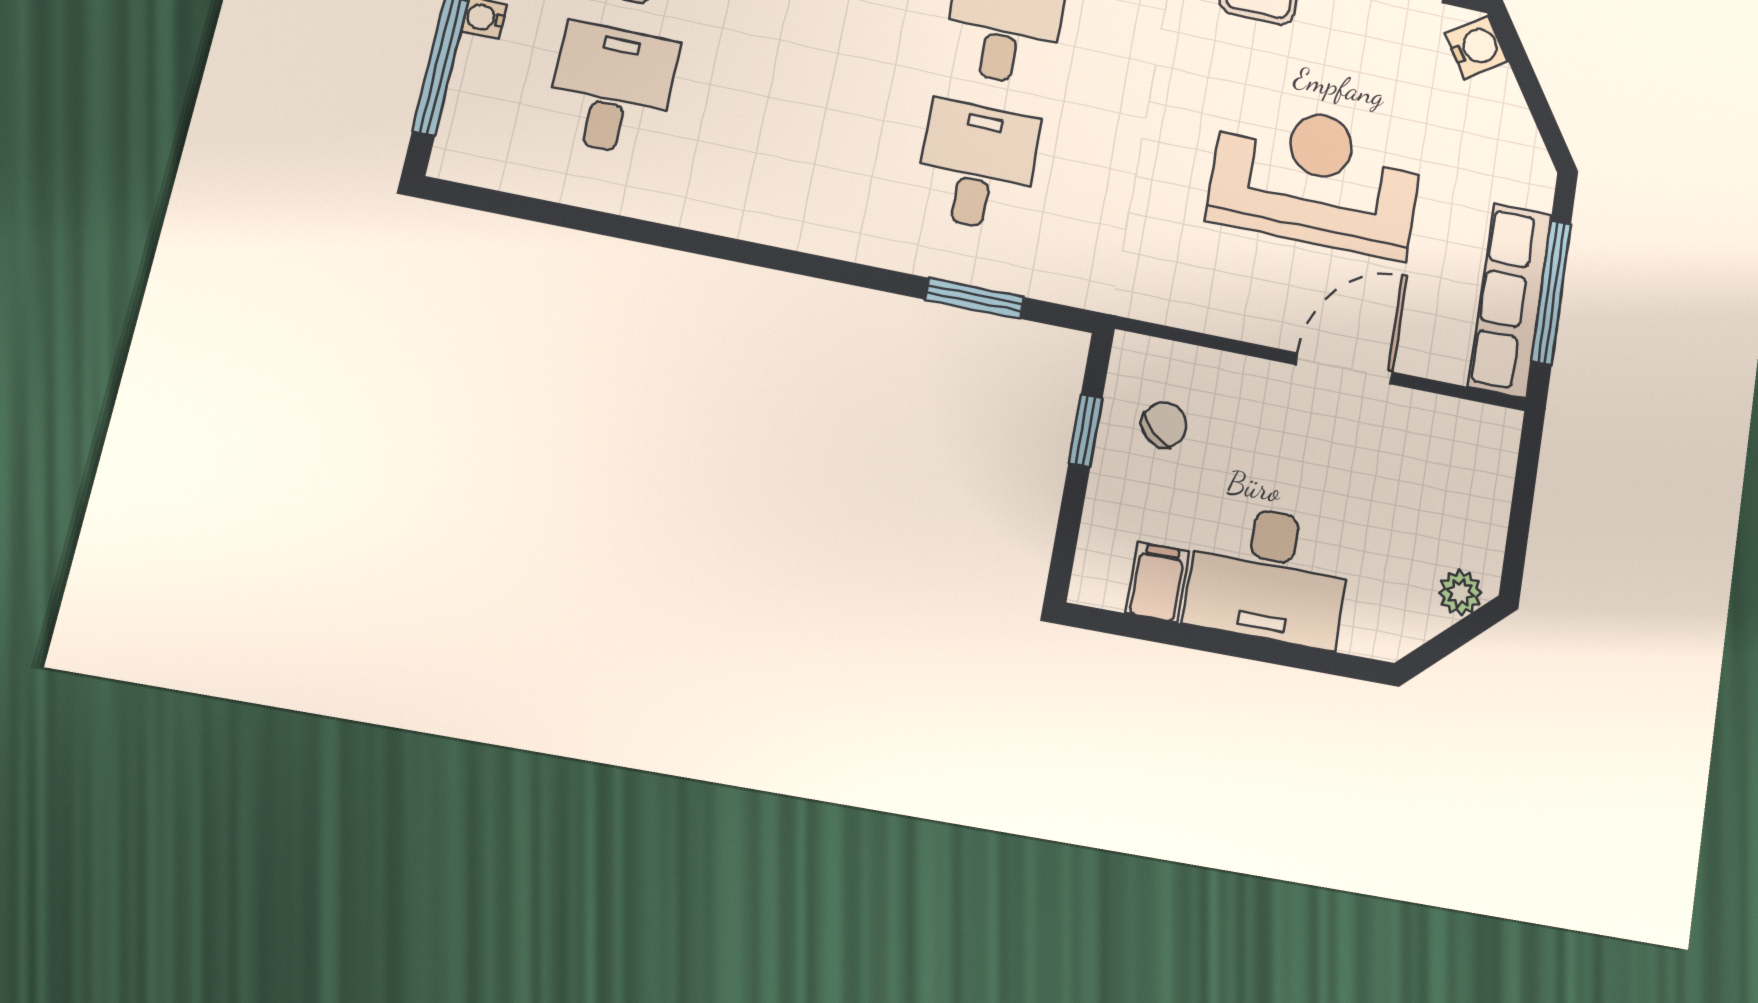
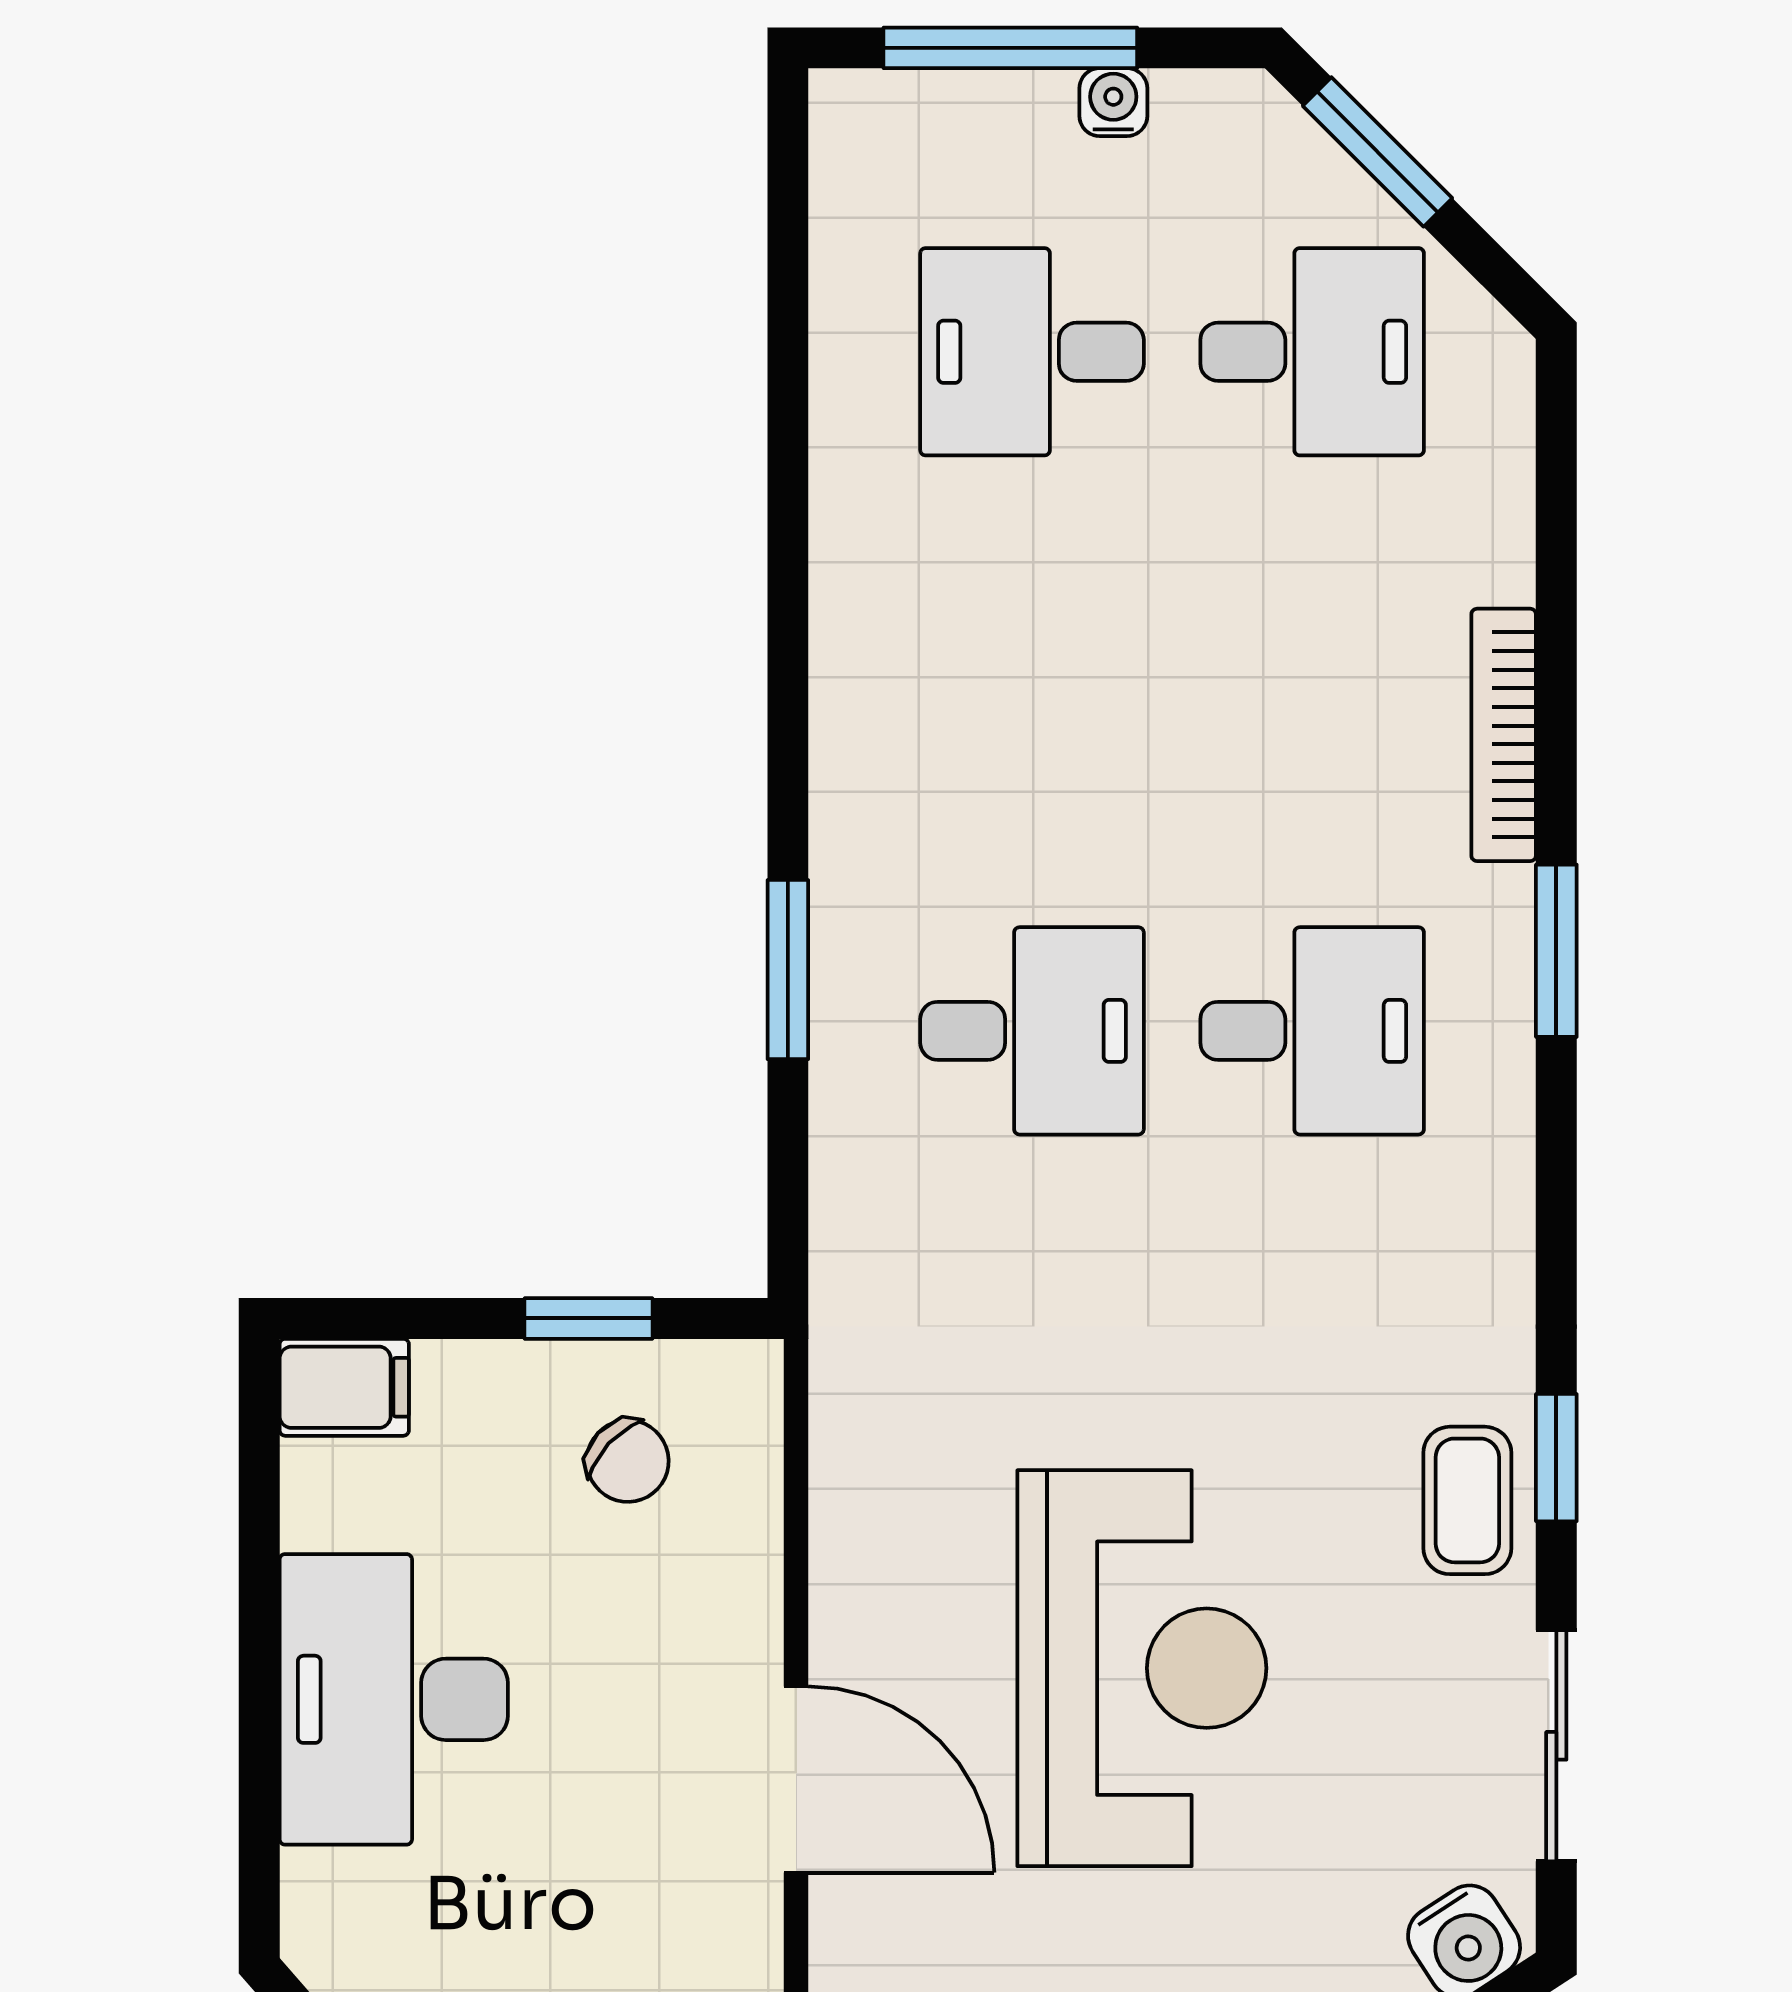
desk: (612, 89) -> (1032, 352), turned 180
window: (975, 298) -> (788, 970), moved
filing cabinet: (1157, 582) -> (344, 1387), moved

